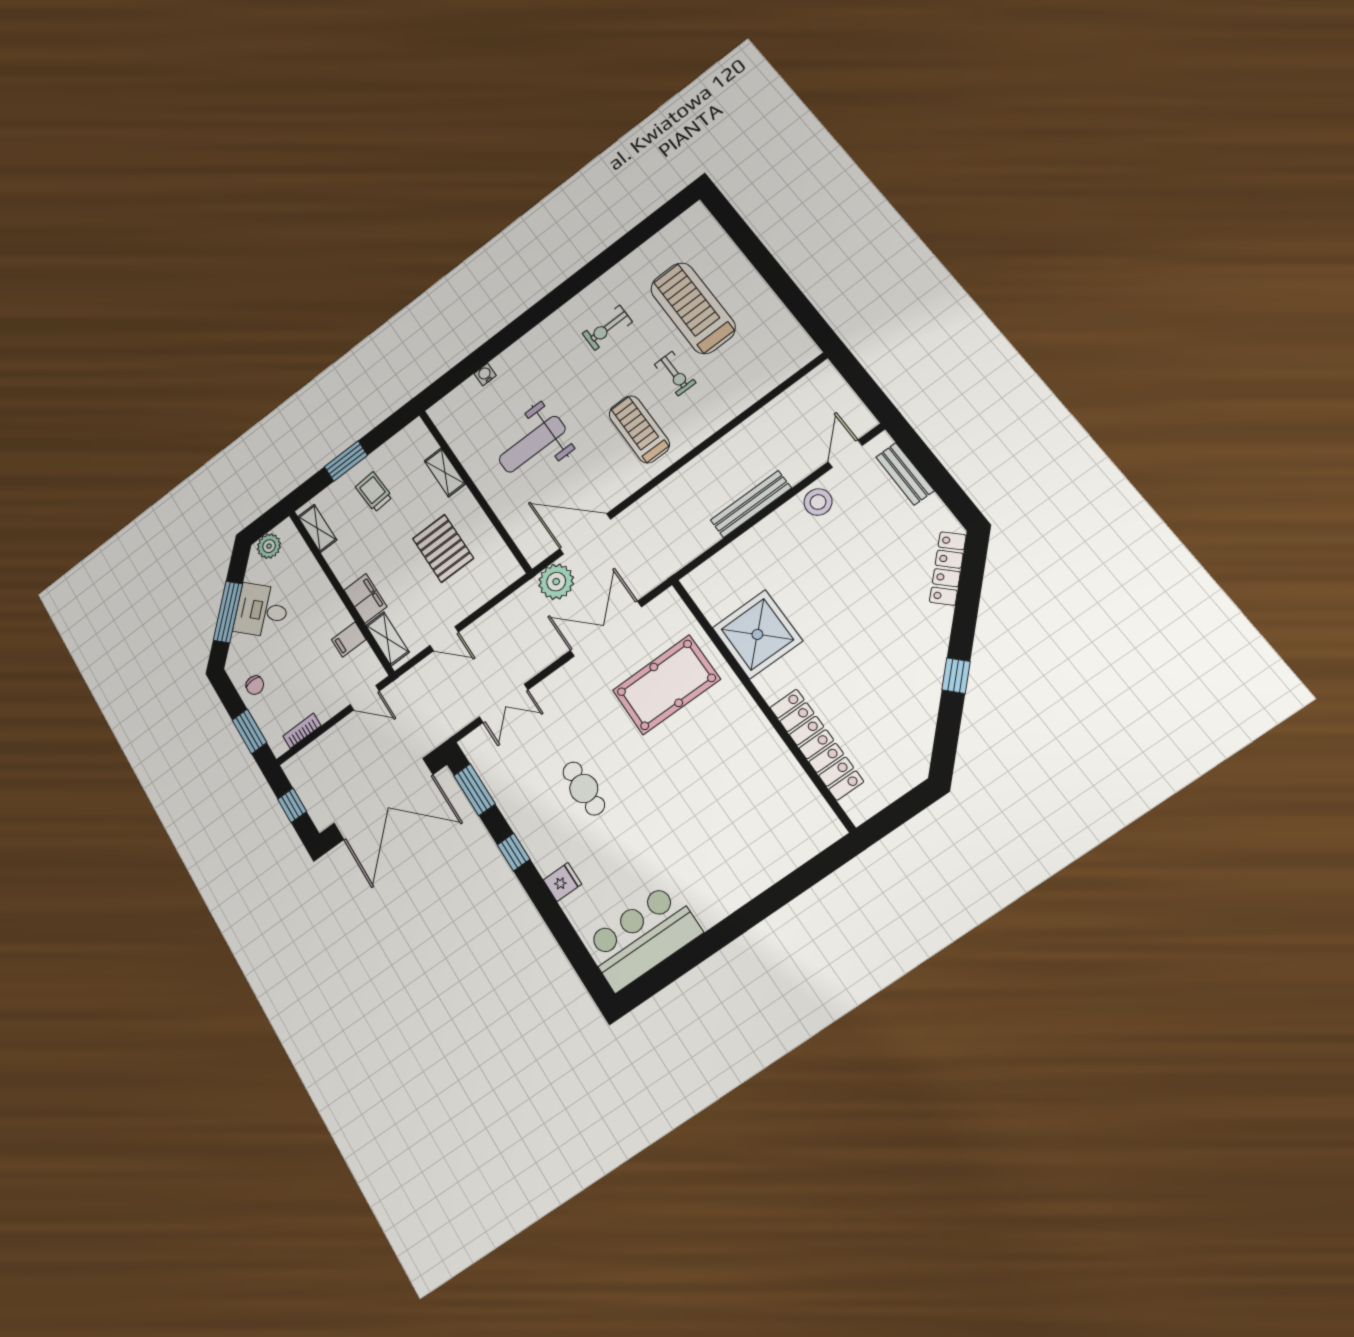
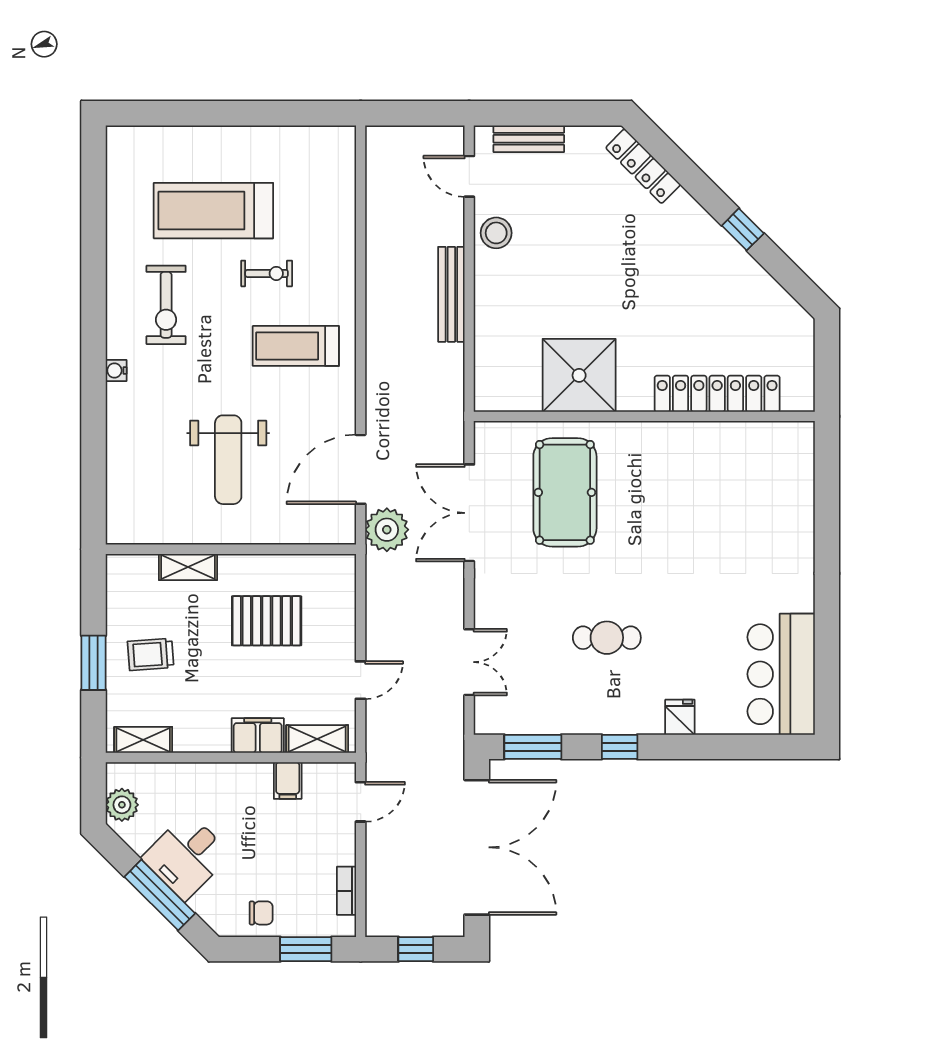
exercise bike: (607, 328) -> (166, 305), width x1.38, depth x1.39
water cooler: (485, 374) -> (116, 371), moved

